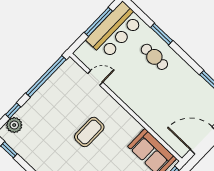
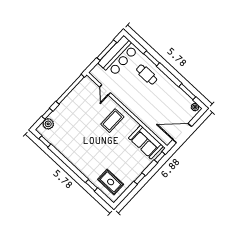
door: (95, 78) -> (105, 90), swing flipped
coffee table: (89, 132) -> (112, 121), moved

